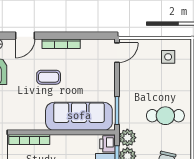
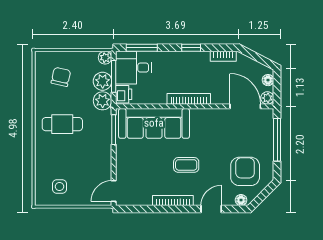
bookcase: (29, 139) -> (189, 99), moved

